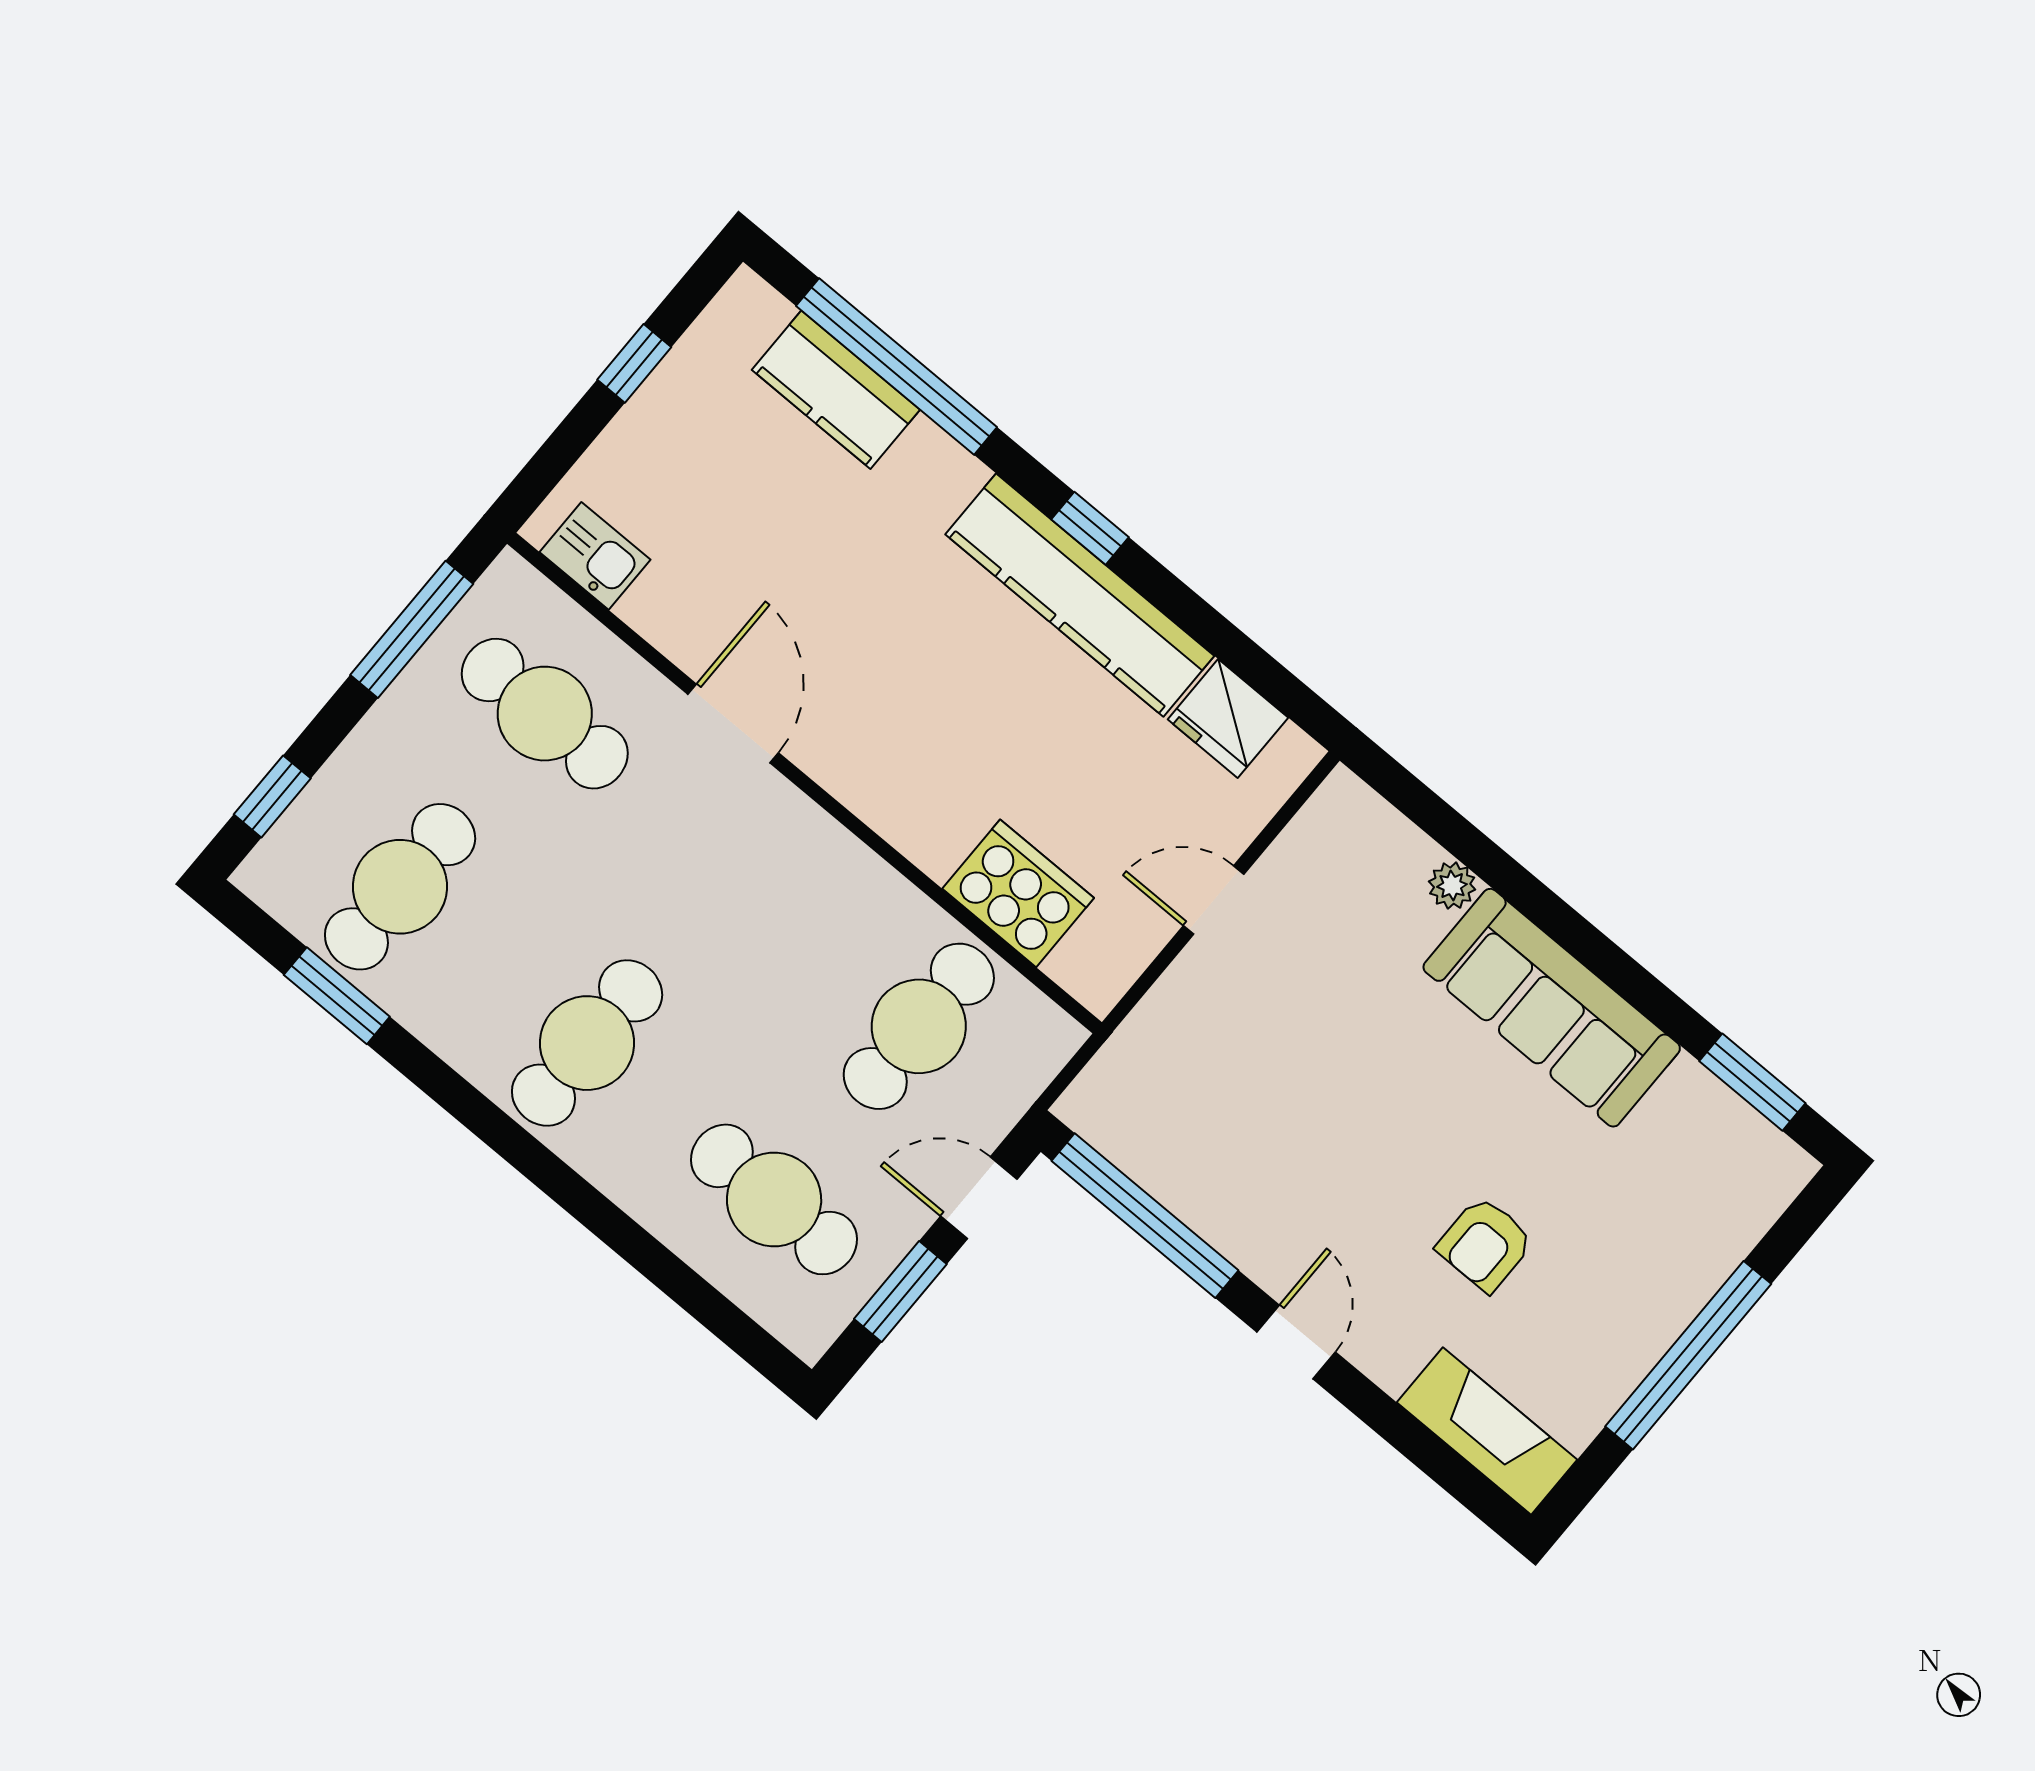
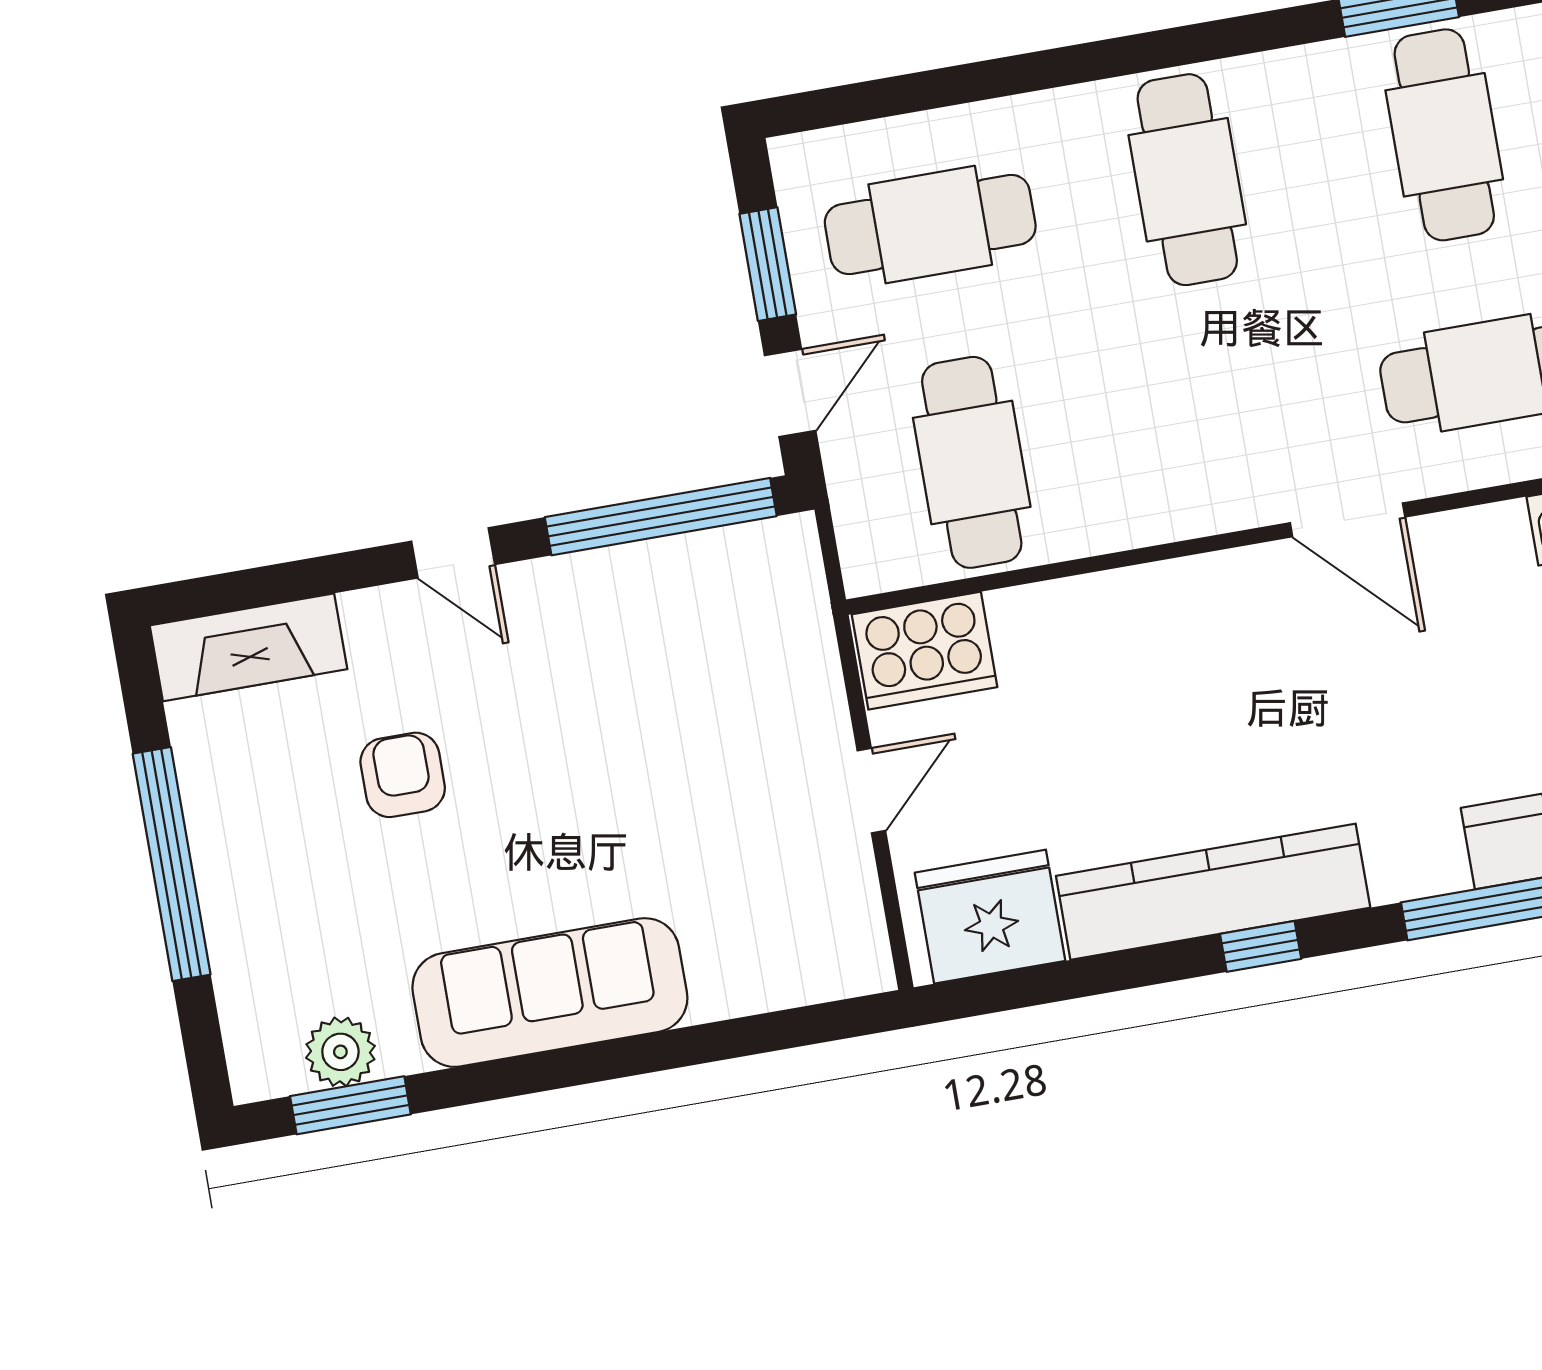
fridge: (1228, 718) -> (990, 917), width x1.36, depth x1.34
plant: (1452, 886) -> (340, 1052), moved, width x1.38, depth x1.38
cooker: (1018, 893) -> (925, 651), moved

